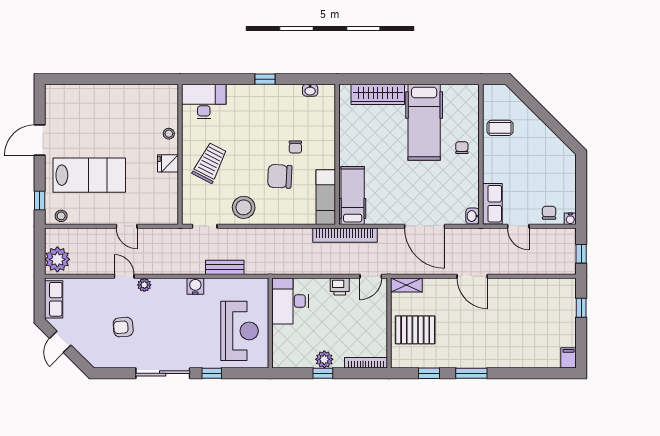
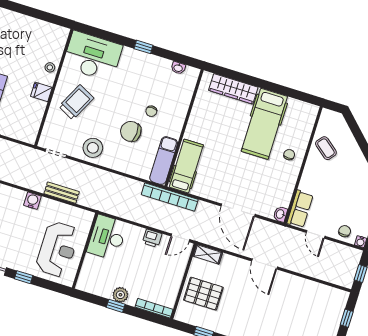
desk: (204, 101) -> (92, 56), width x1.36, depth x1.30
coffee table: (500, 128) -> (326, 148), turned 39

